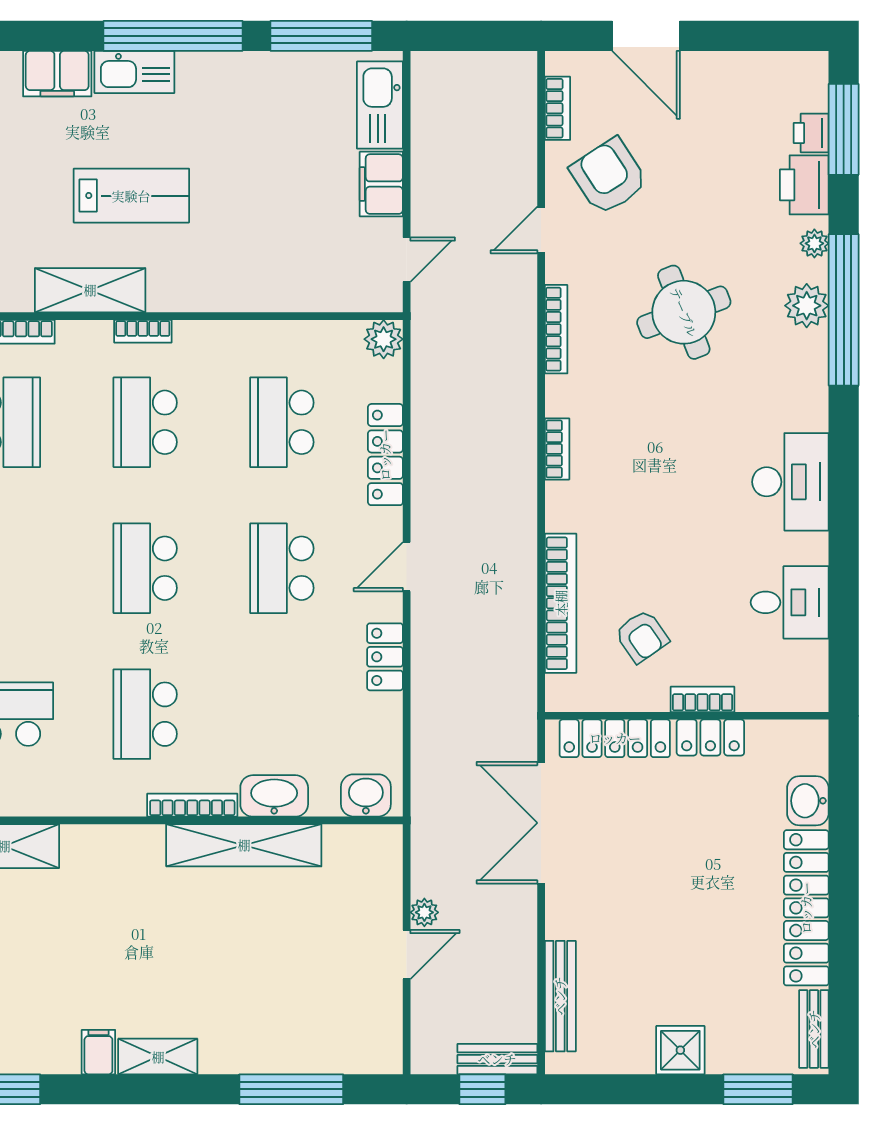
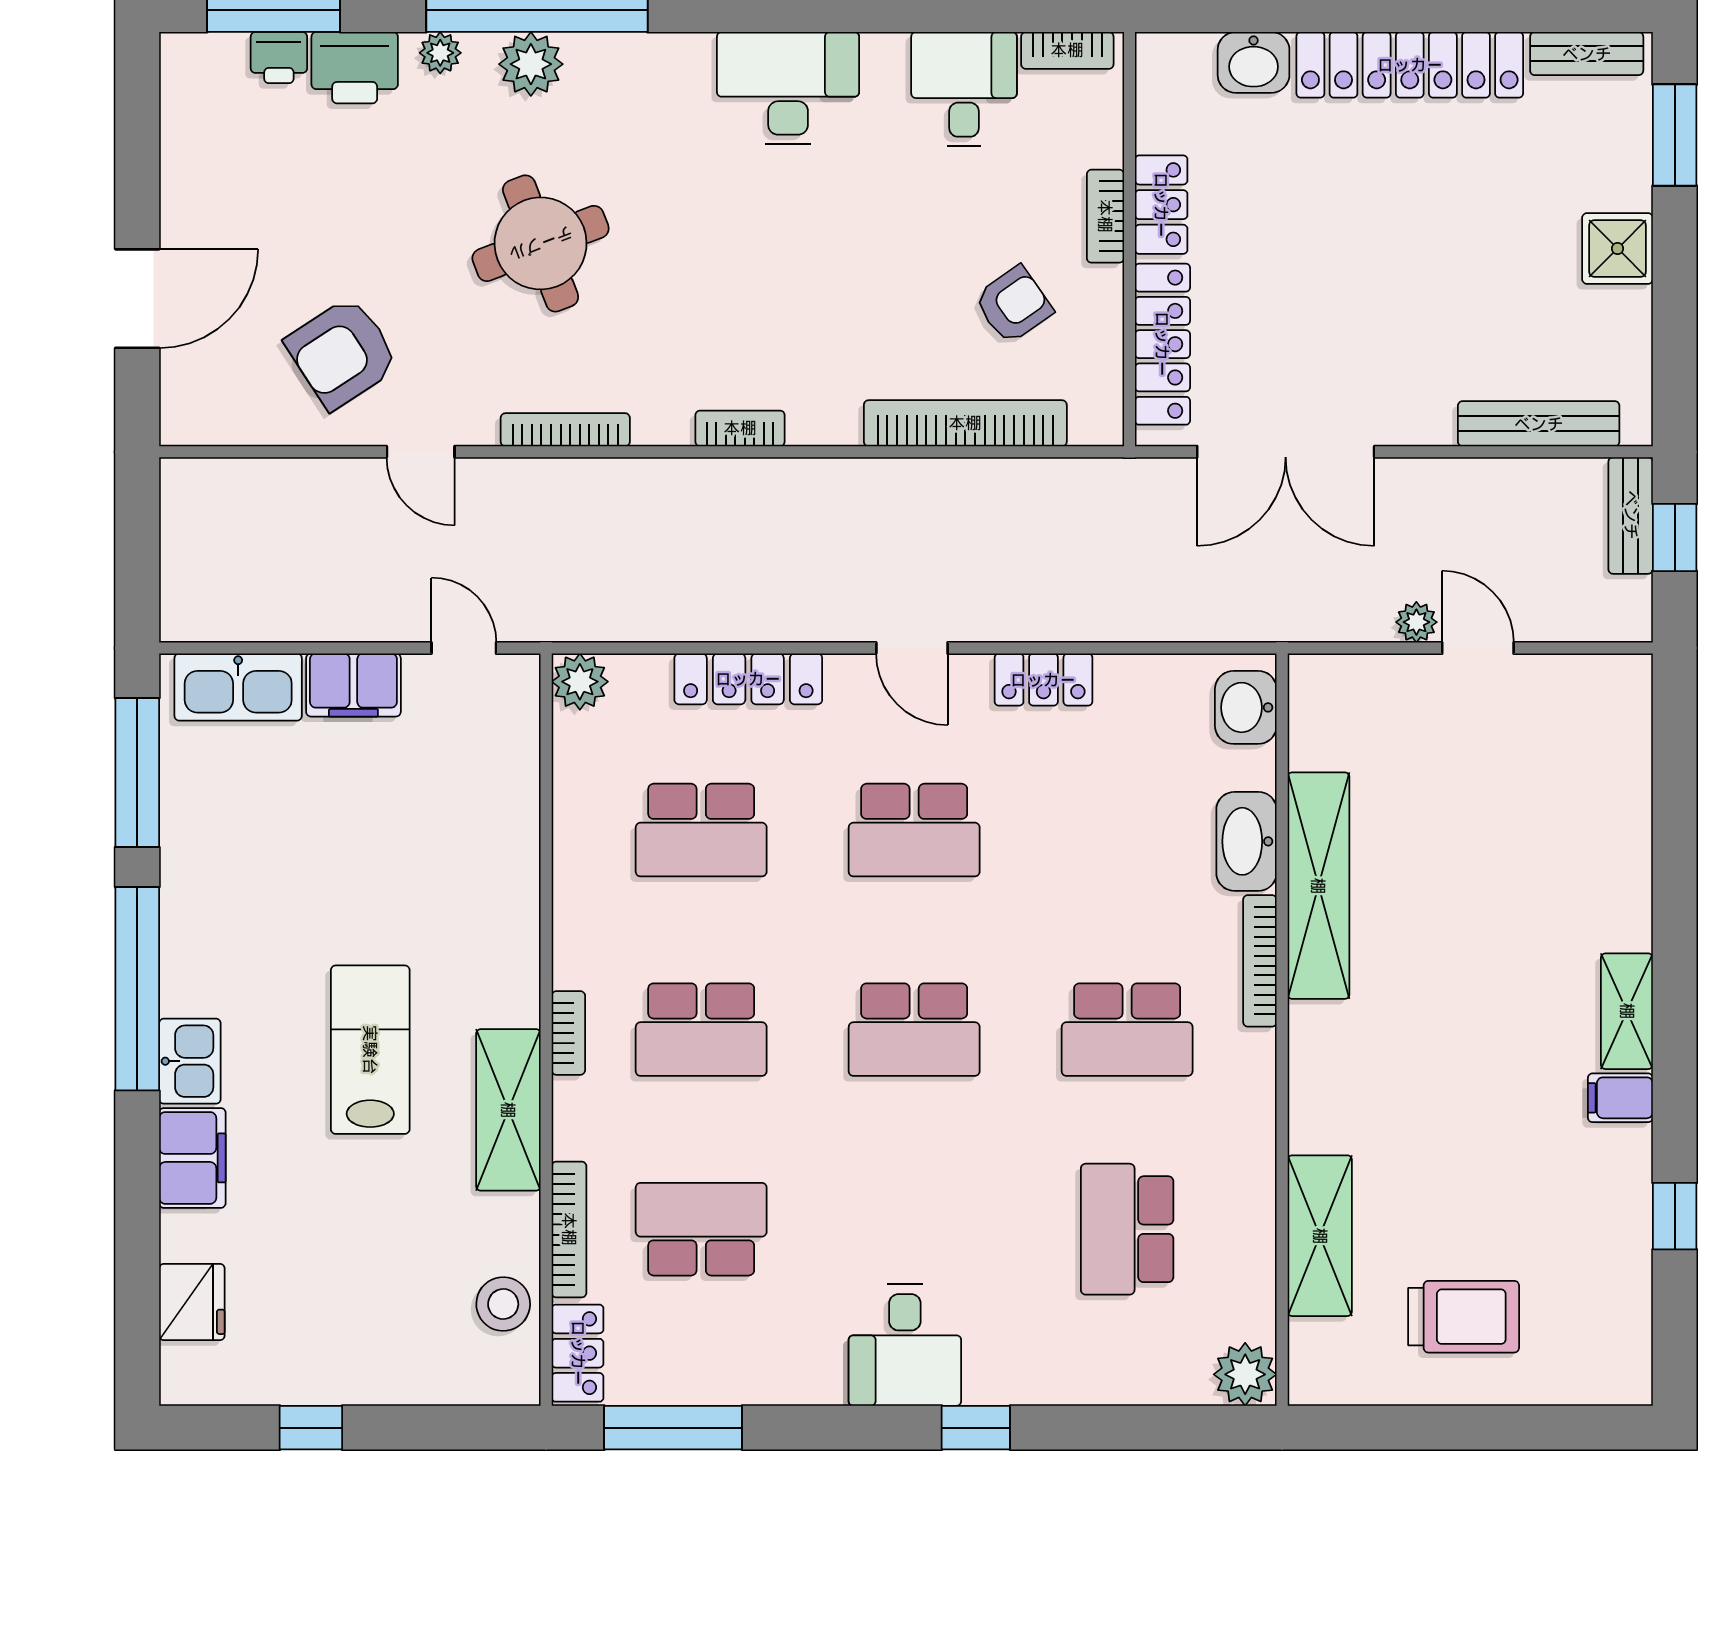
kitchen sink: (134, 72) -> (190, 1061), width x0.73
bookcase: (557, 108) -> (1067, 50), moved, turned 180
window: (291, 1089) -> (1675, 816), removed

